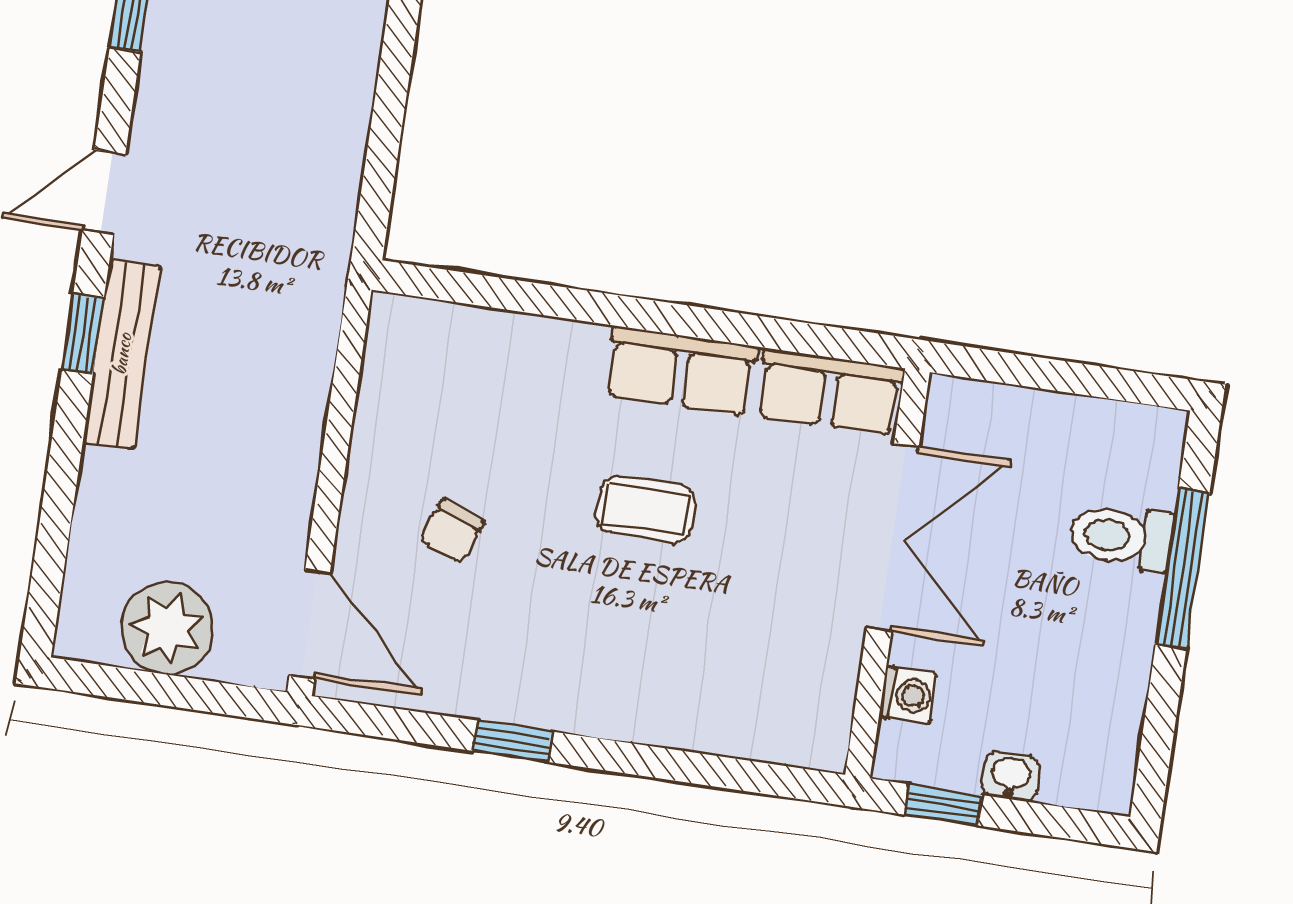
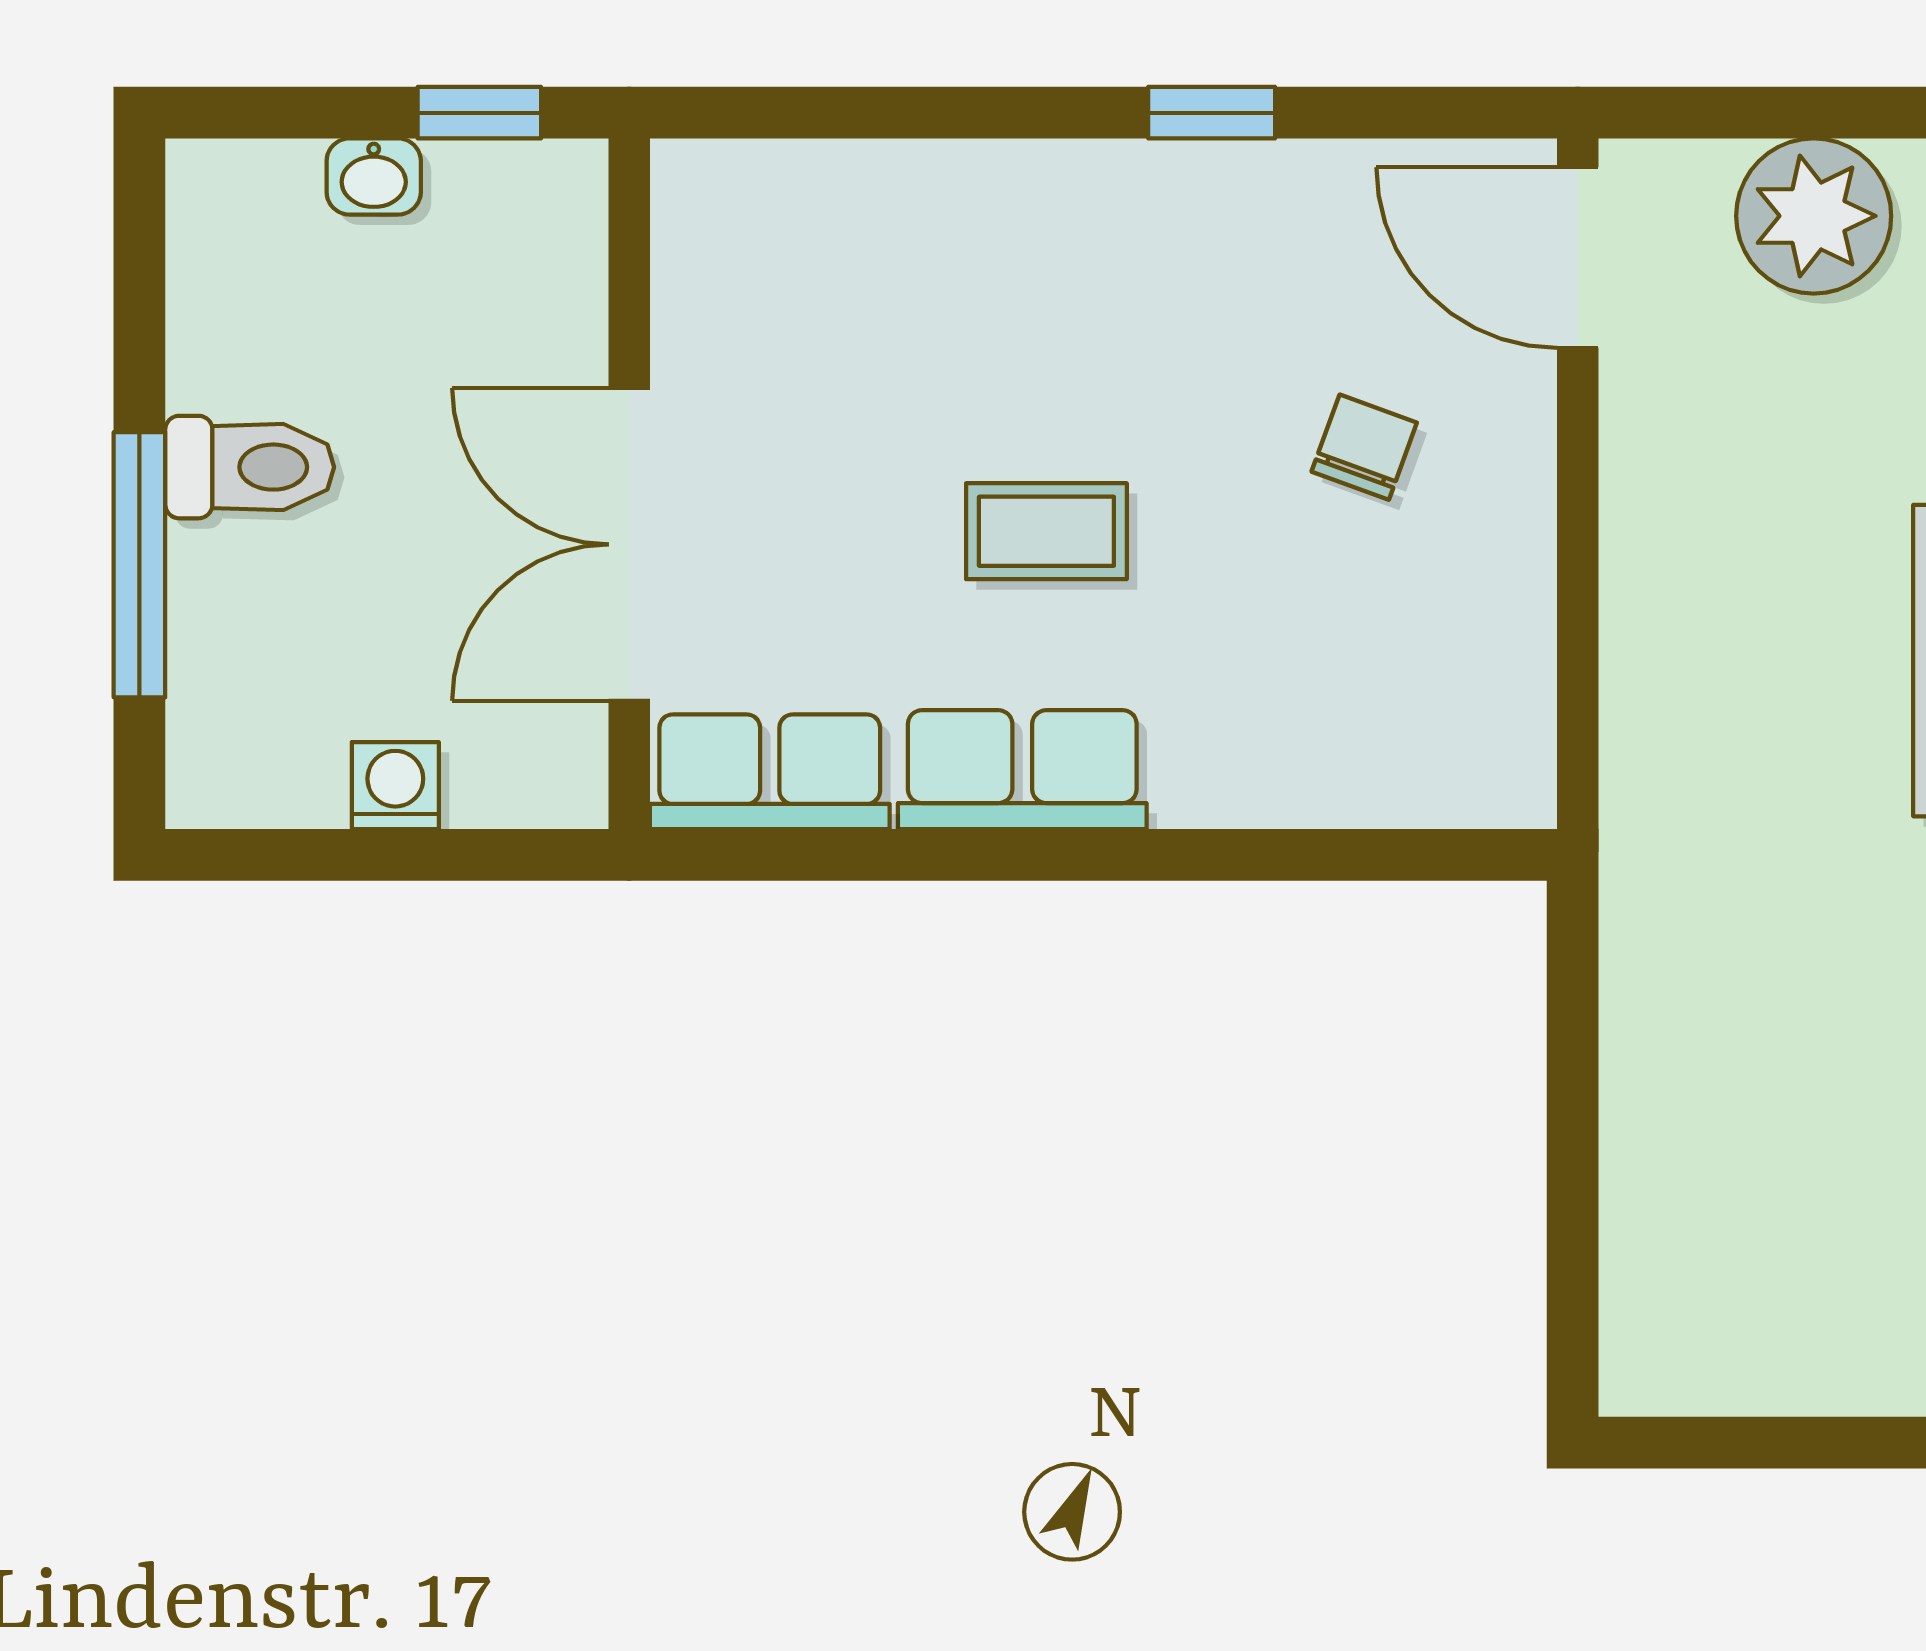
toilet: (1121, 537) -> (250, 467), moved
washing machine: (908, 695) -> (395, 786), moved, turned 90

